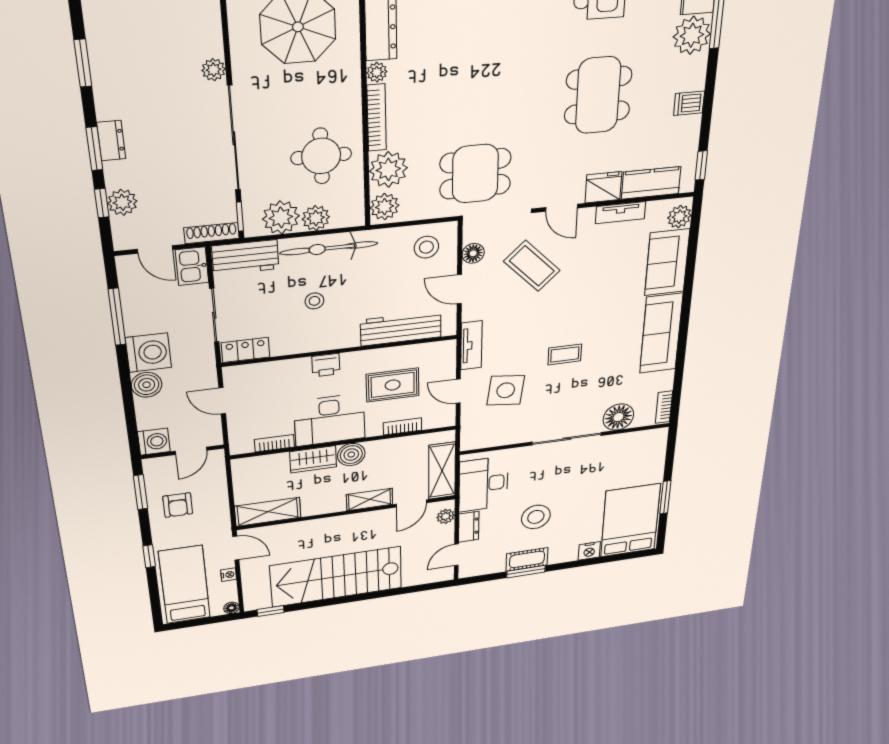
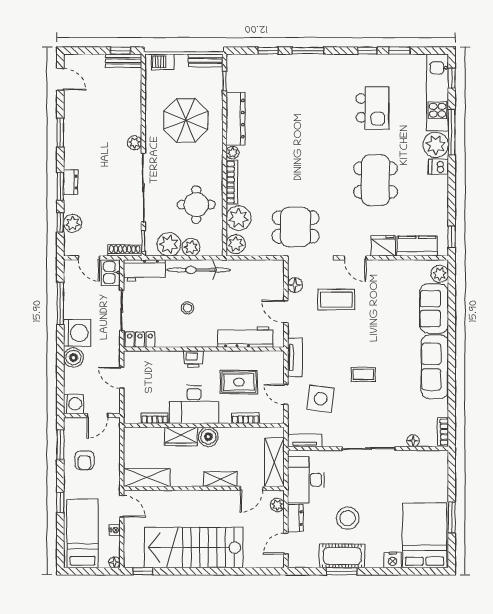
dishwasher: (689, 103) -> (438, 167), moved
tv unit: (621, 213) -> (305, 440), moved, turned 180
stool: (426, 247) -> (263, 277), removed
coffee table: (532, 266) -> (336, 300), turned -46
floor lamp: (618, 417) -> (413, 441), width x0.53, depth x0.53
cot: (527, 559) -> (342, 556), width x1.37, depth x1.34

